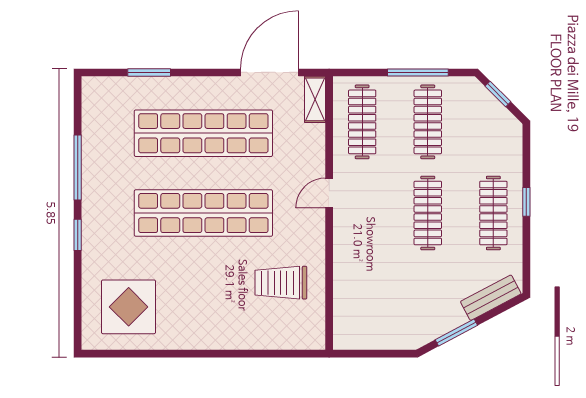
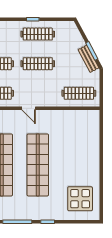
trolley: (281, 283) -> (69, 130), removed
bench: (491, 298) -> (88, 59), moved
clothes rail: (362, 304) -> (79, 93), added

